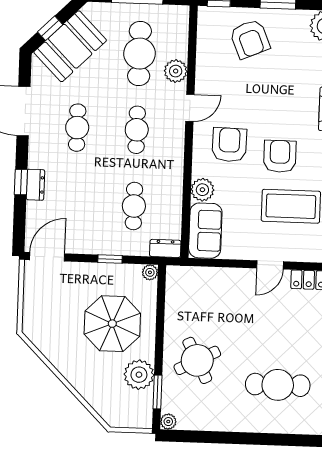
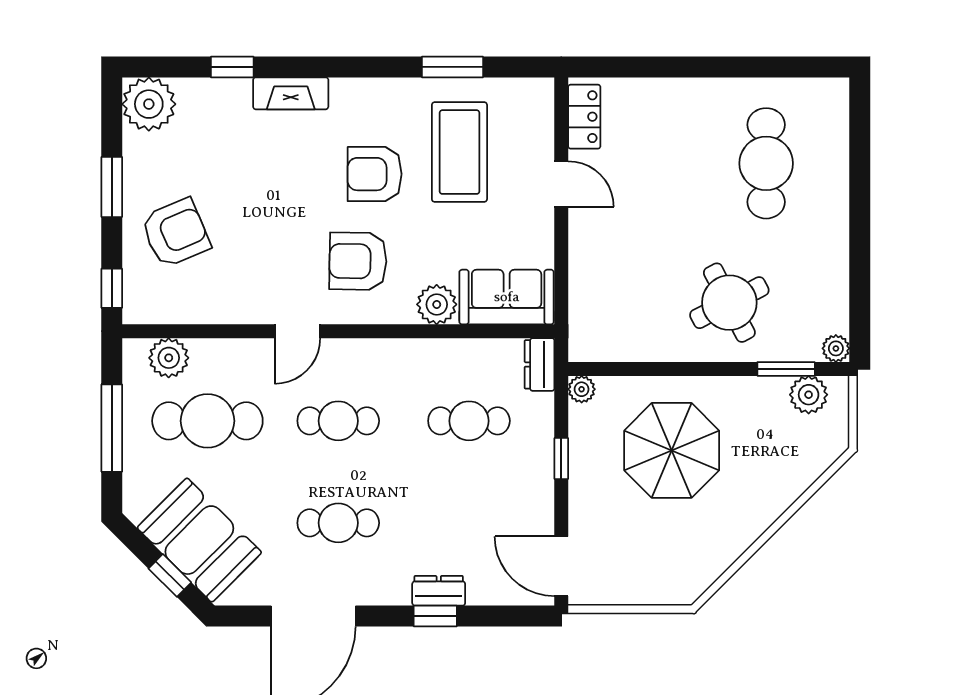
plant: (176, 71) -> (169, 358), moved
door: (190, 108) -> (297, 331), swing flipped
plant: (139, 375) -> (809, 395), moved, width x0.73, depth x0.73

